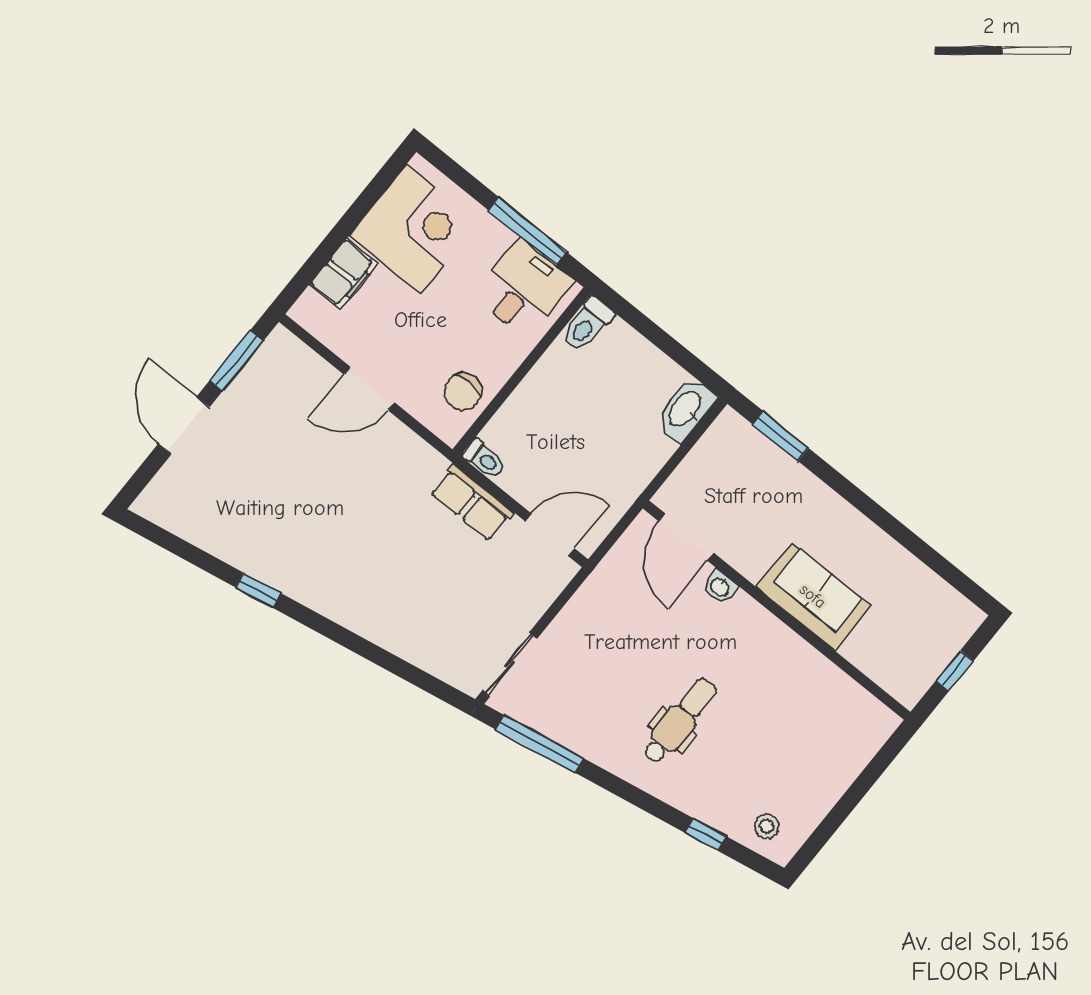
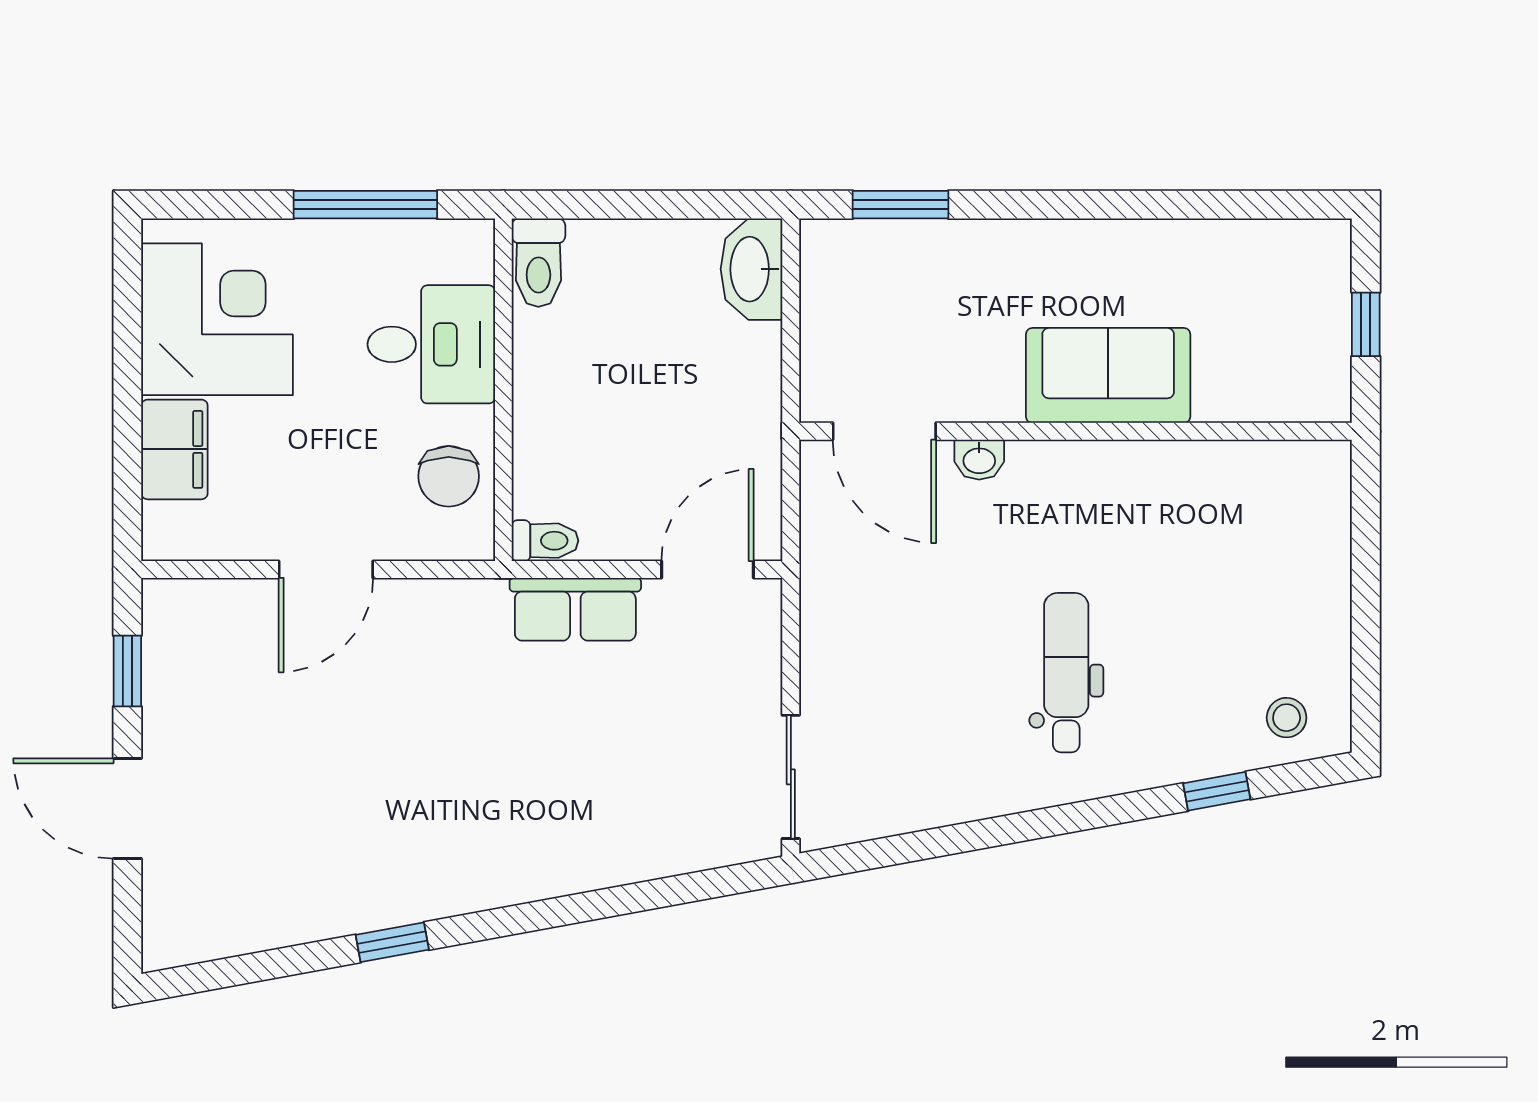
desk: (524, 289) -> (431, 344), moved, turned 90
window: (236, 361) -> (127, 671), width x0.67
window: (539, 744) -> (911, 847), removed

